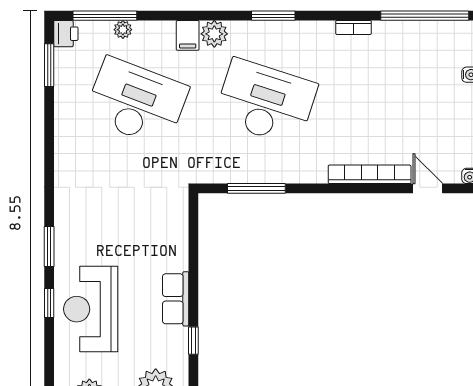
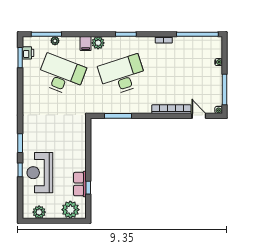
printer: (66, 34) -> (28, 53), moved
desk: (266, 102) -> (122, 75), turned -36
row of seats: (176, 299) -> (80, 184), moved

